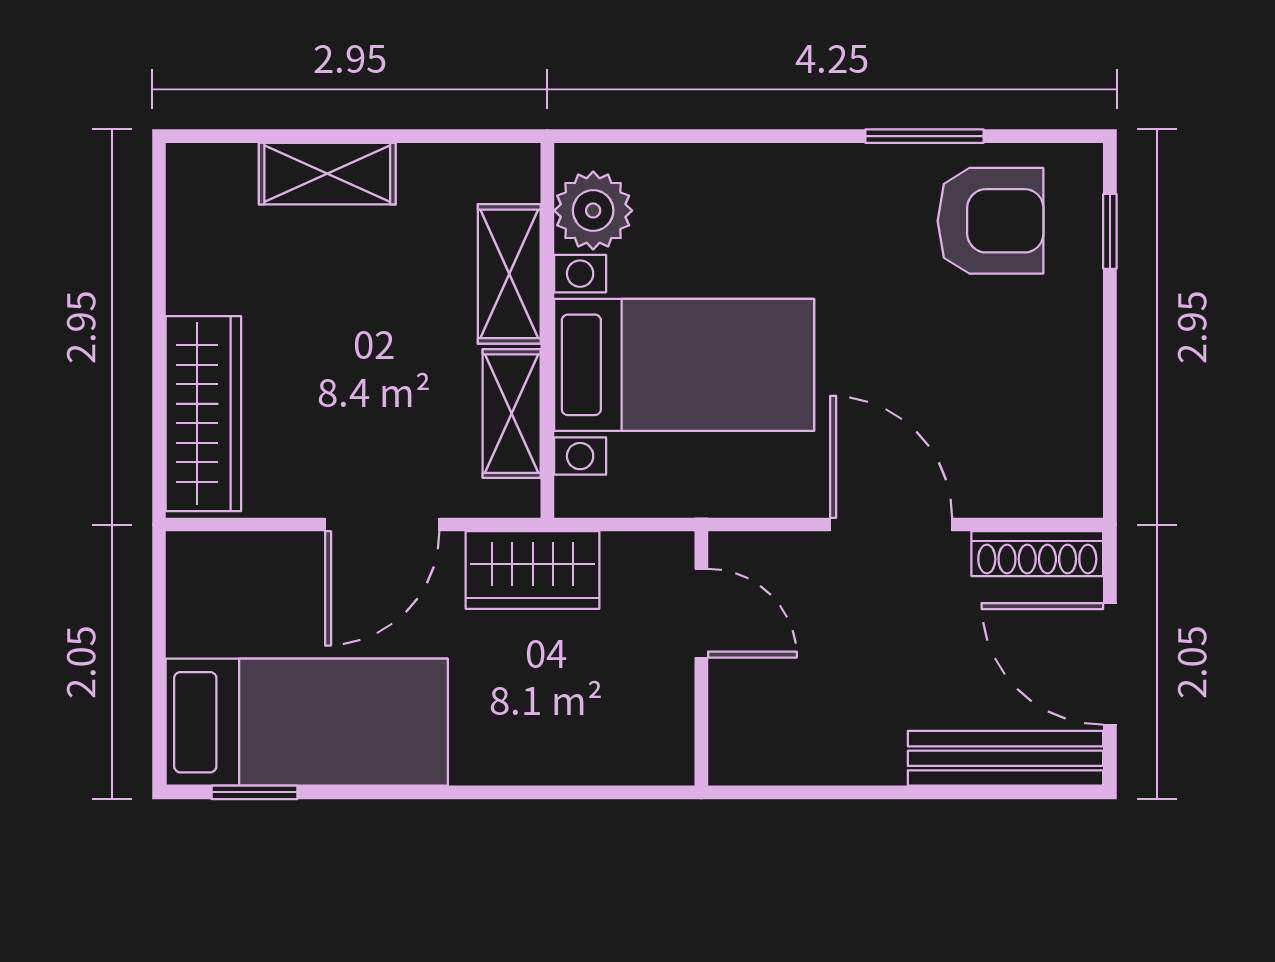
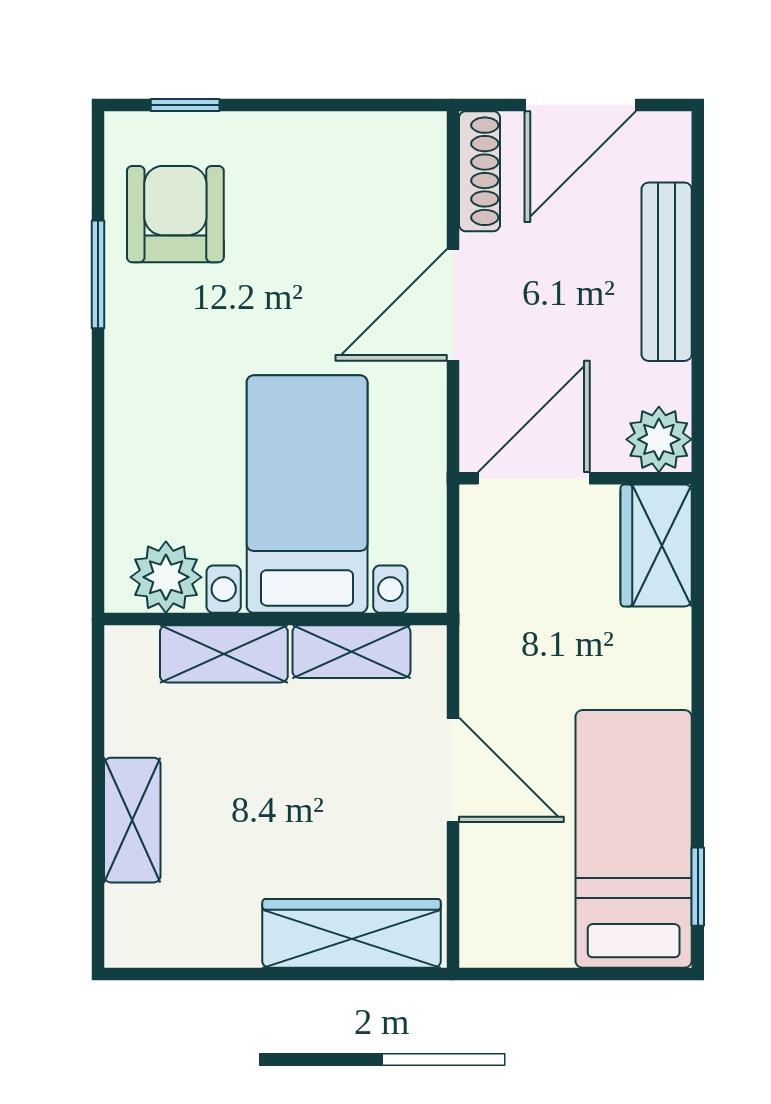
wardrobe: (533, 570) -> (656, 545), moved, turned 180
door: (701, 613) -> (534, 478), width x1.38
plant: (744, 750) -> (659, 439), added
bench: (1005, 758) -> (667, 272), moved

